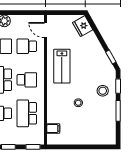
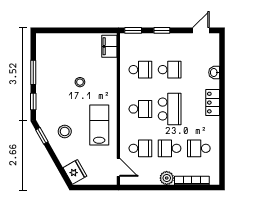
school desk: (27, 80) -> (140, 109), turned 180
stool: (103, 91) -> (65, 131), moved
school desk: (27, 113) -> (140, 70), width x0.54
filing cabinet: (53, 129) -> (109, 46), width x2.00

